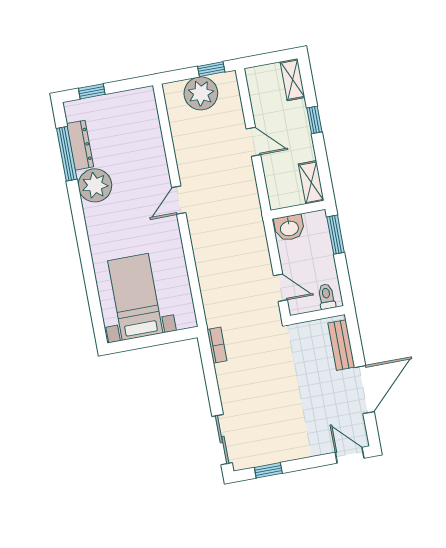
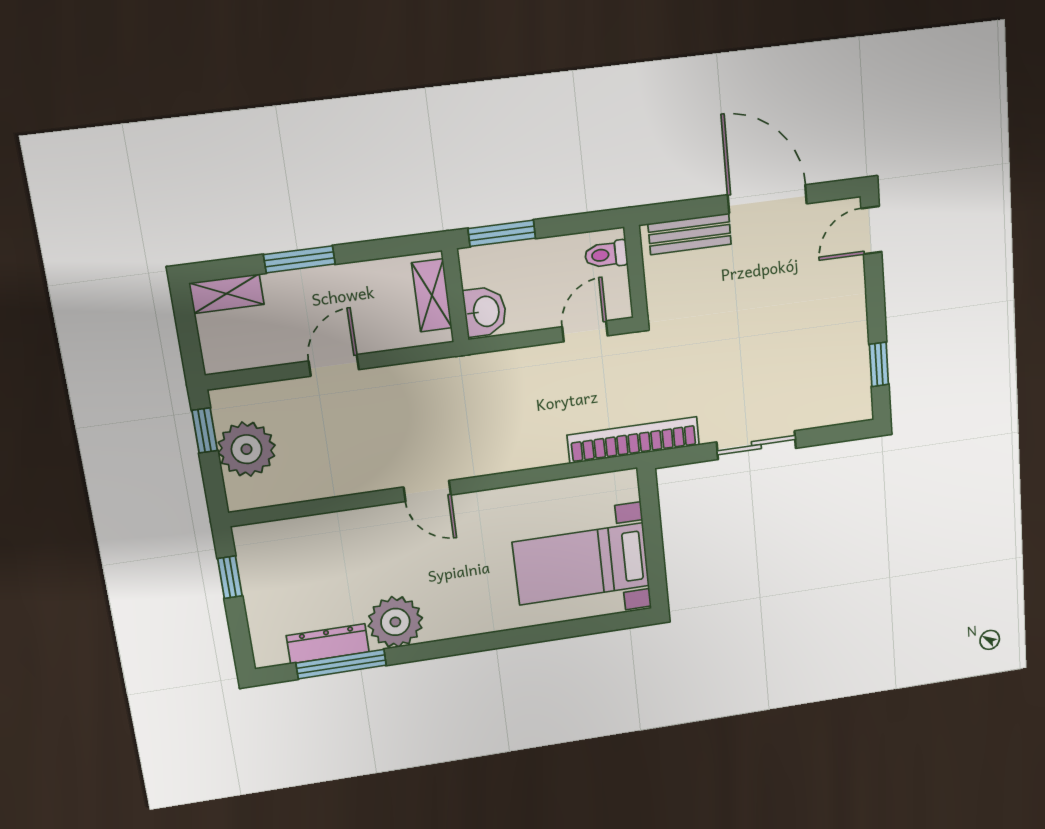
window: (92, 91) -> (230, 577), moved
window: (314, 120) -> (299, 259), width x1.50
shelving: (311, 182) -> (432, 295), moved, turned 90
bookcase: (217, 345) -> (633, 440), width x2.31, depth x1.31
sliding door: (222, 440) -> (756, 445), moved

